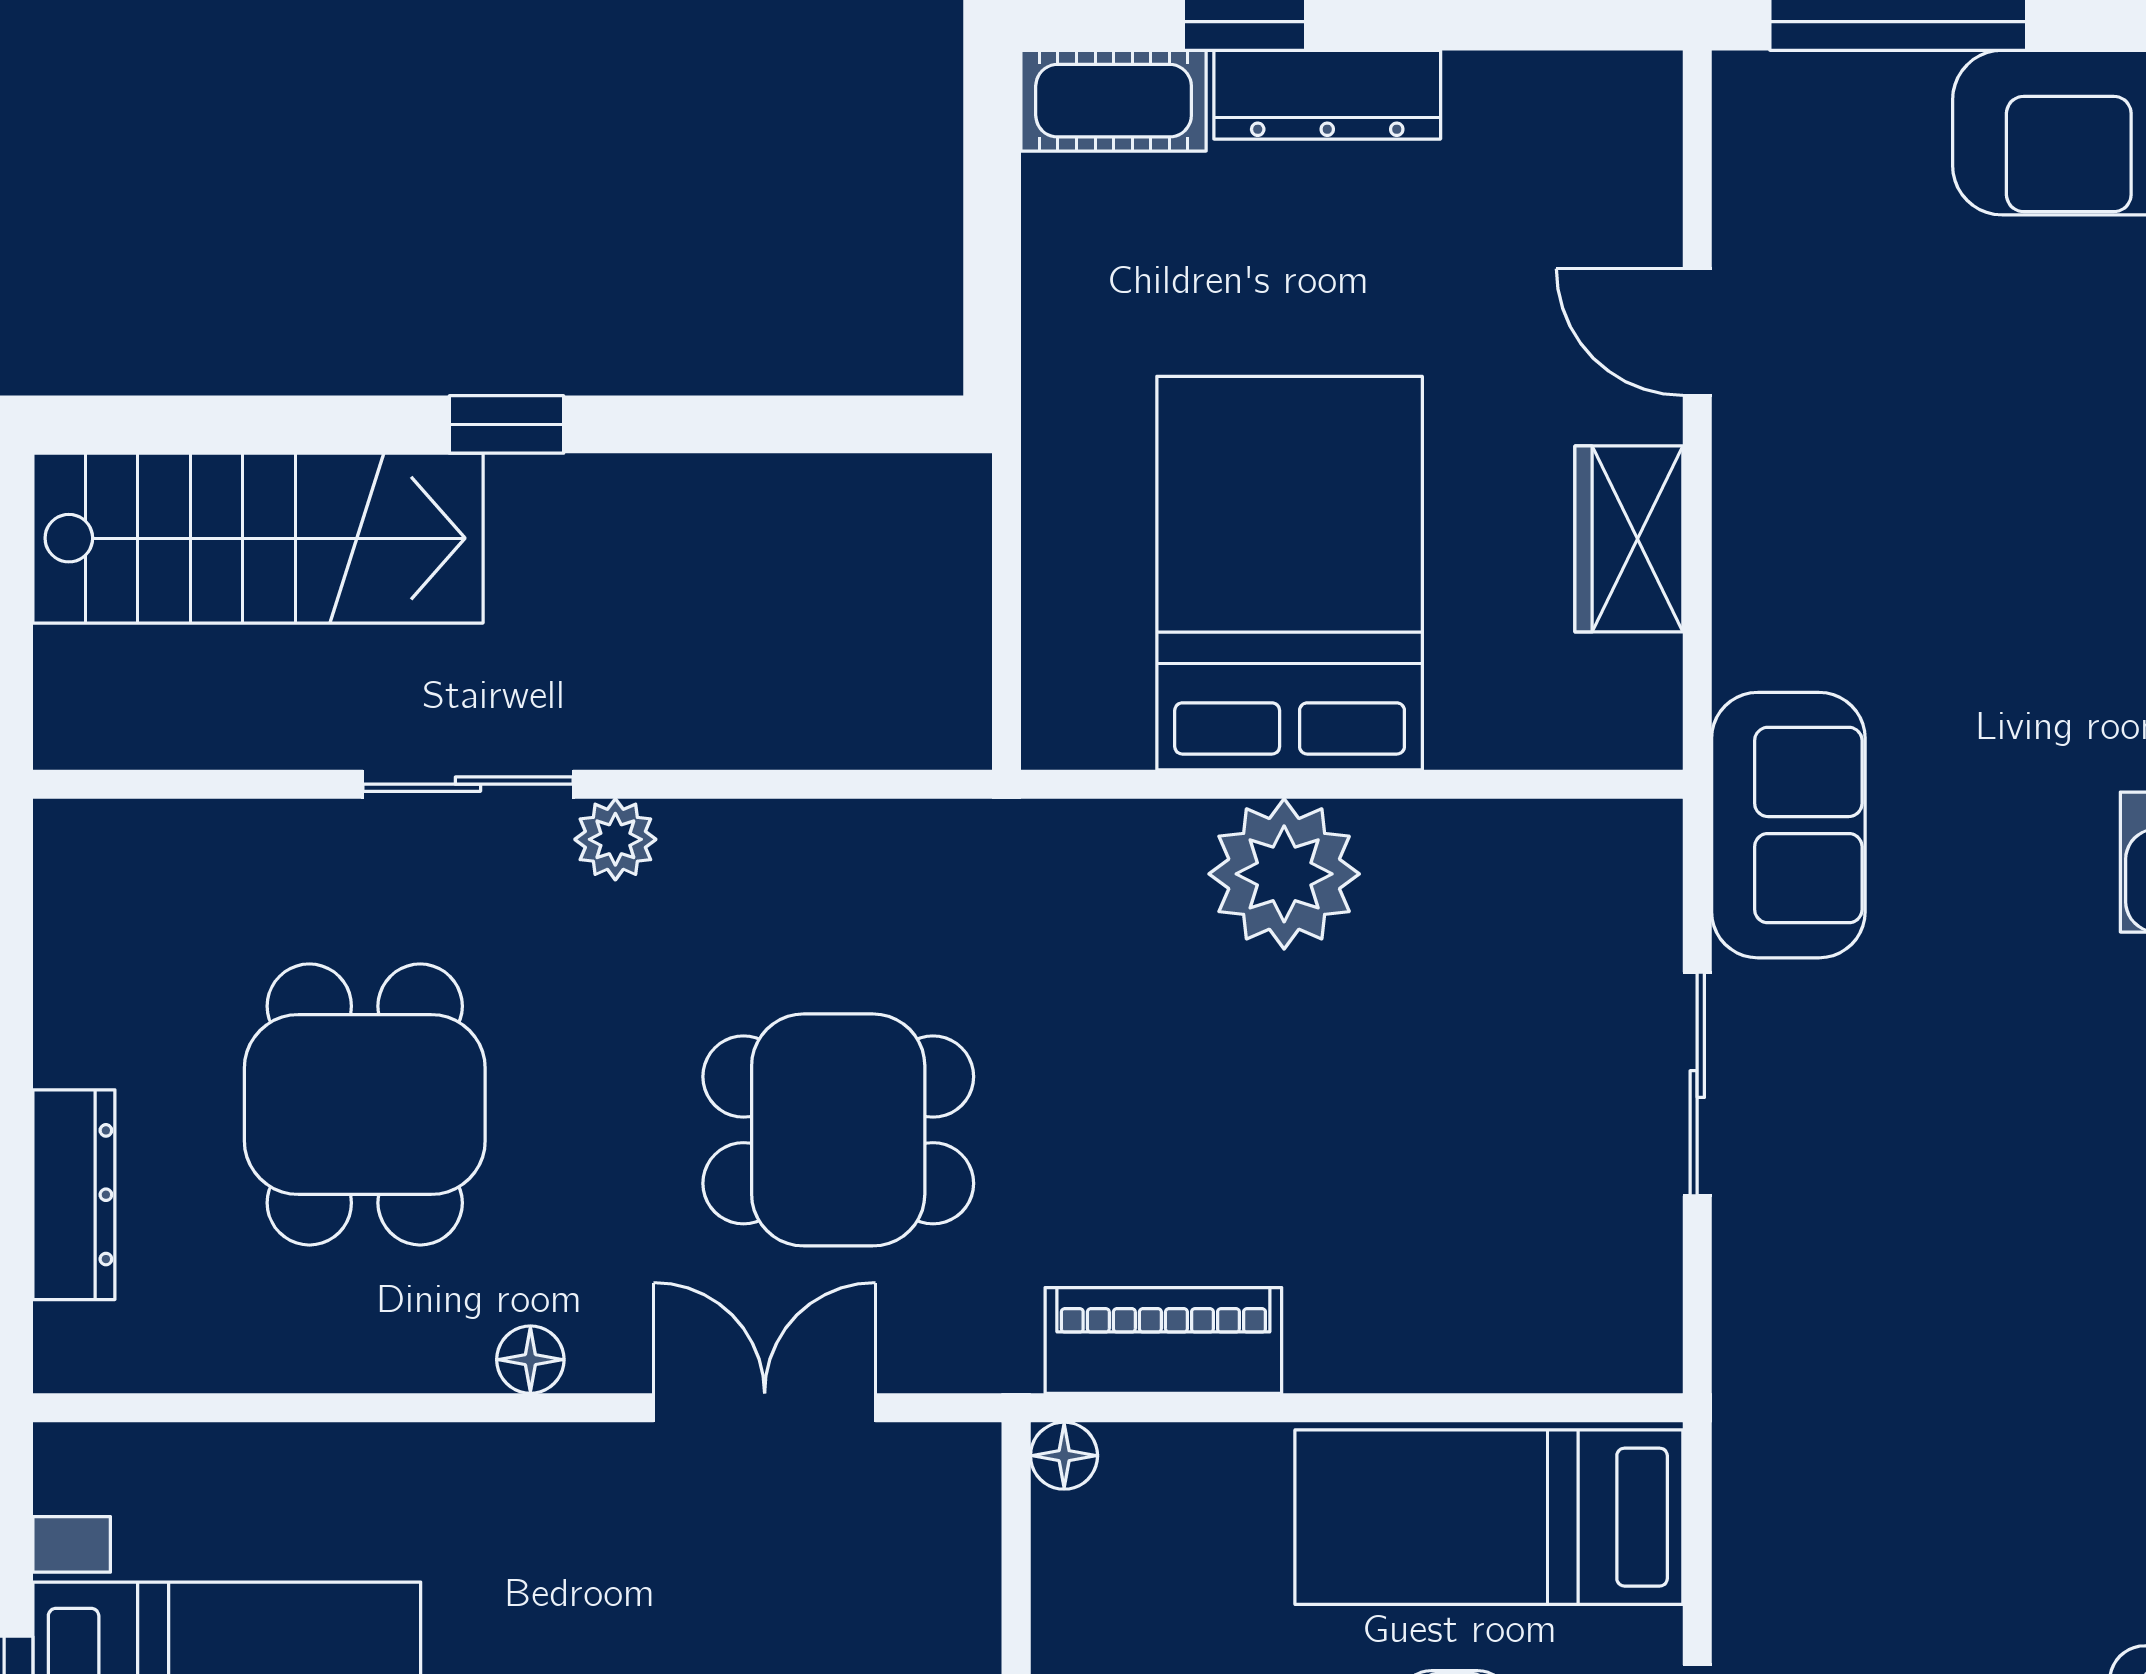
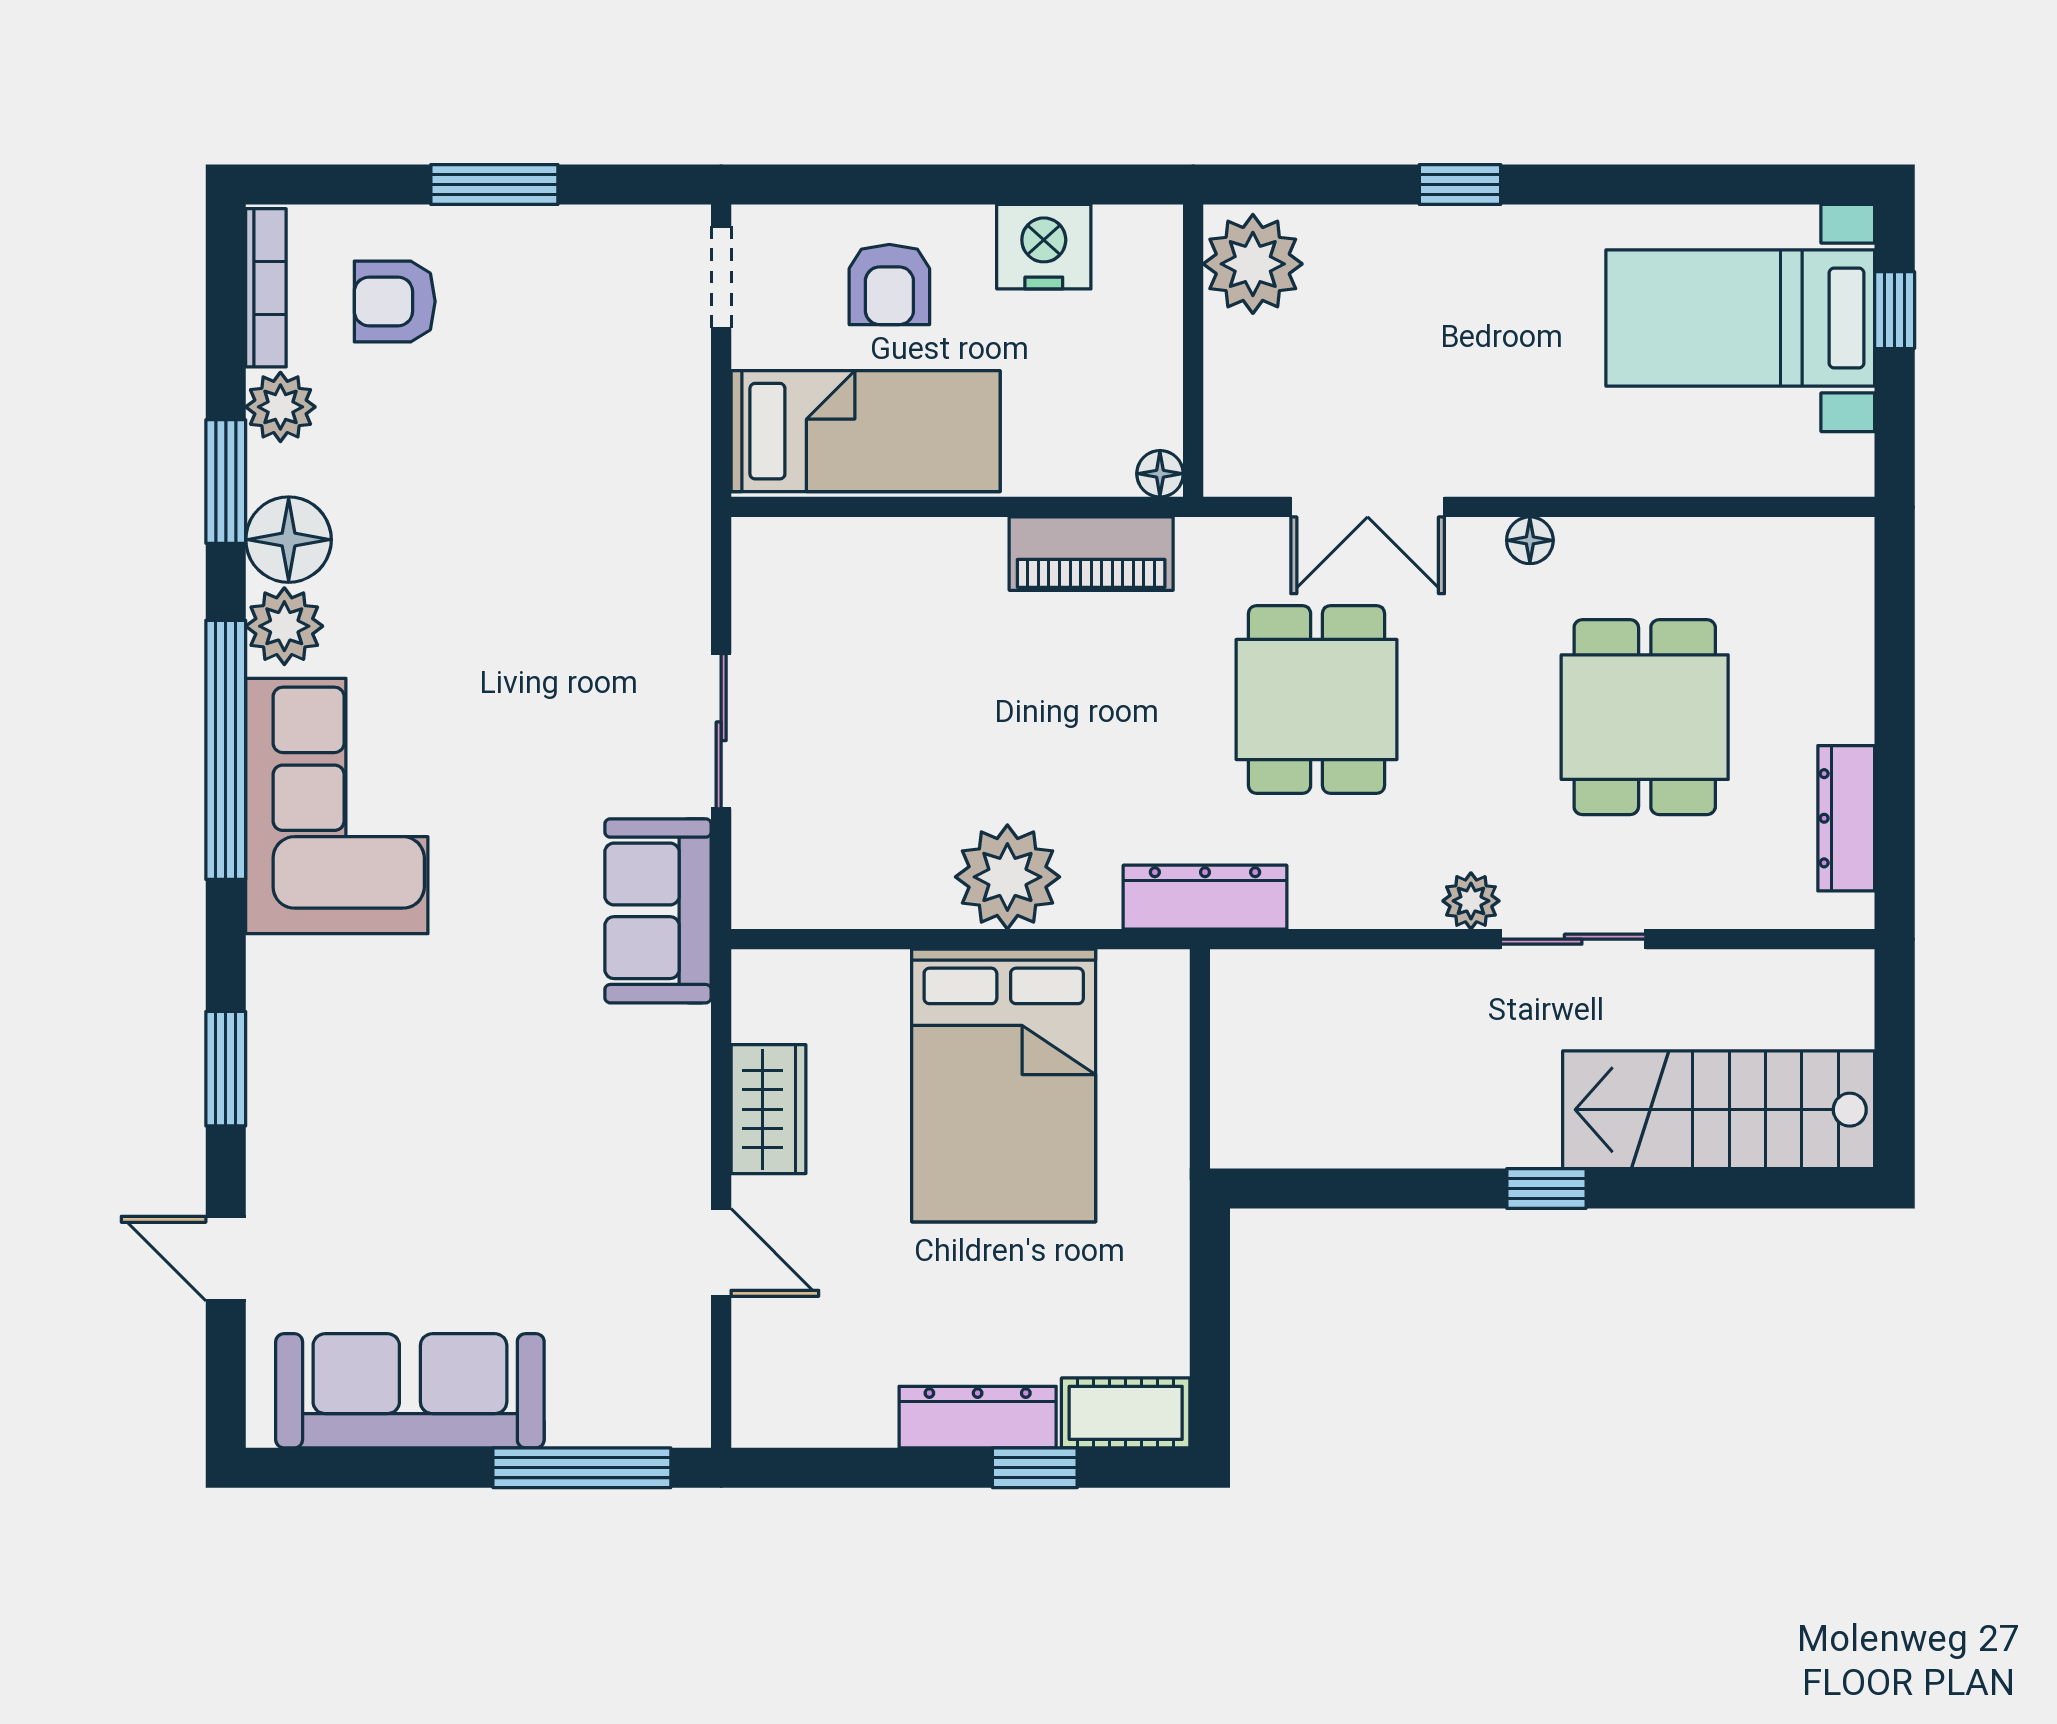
dresser: (999, 845) -> (1205, 897), added
dining table: (838, 1130) -> (1317, 699), turned 90
dresser: (74, 1195) -> (1846, 818), moved

